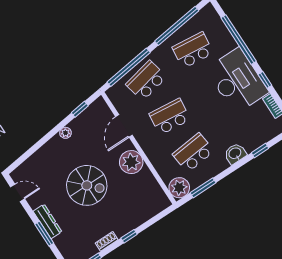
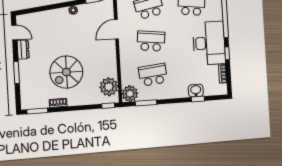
washbasin: (235, 154) -> (196, 91), moved
plant: (131, 162) -> (109, 87), moved
spiral stairs: (87, 185) -> (66, 72), moved, turned 90
dresser: (48, 221) -> (23, 50), moved, width x0.70
window: (129, 236) -> (108, 106), moved

